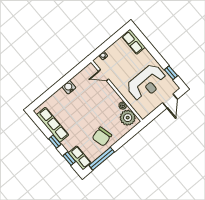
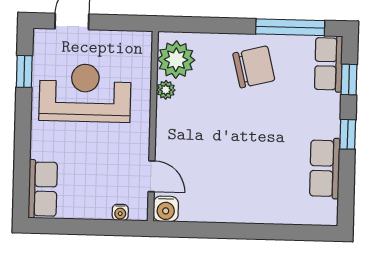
water cooler: (69, 87) -> (166, 209), moved
row of seats: (53, 125) -> (325, 168), width x0.68

